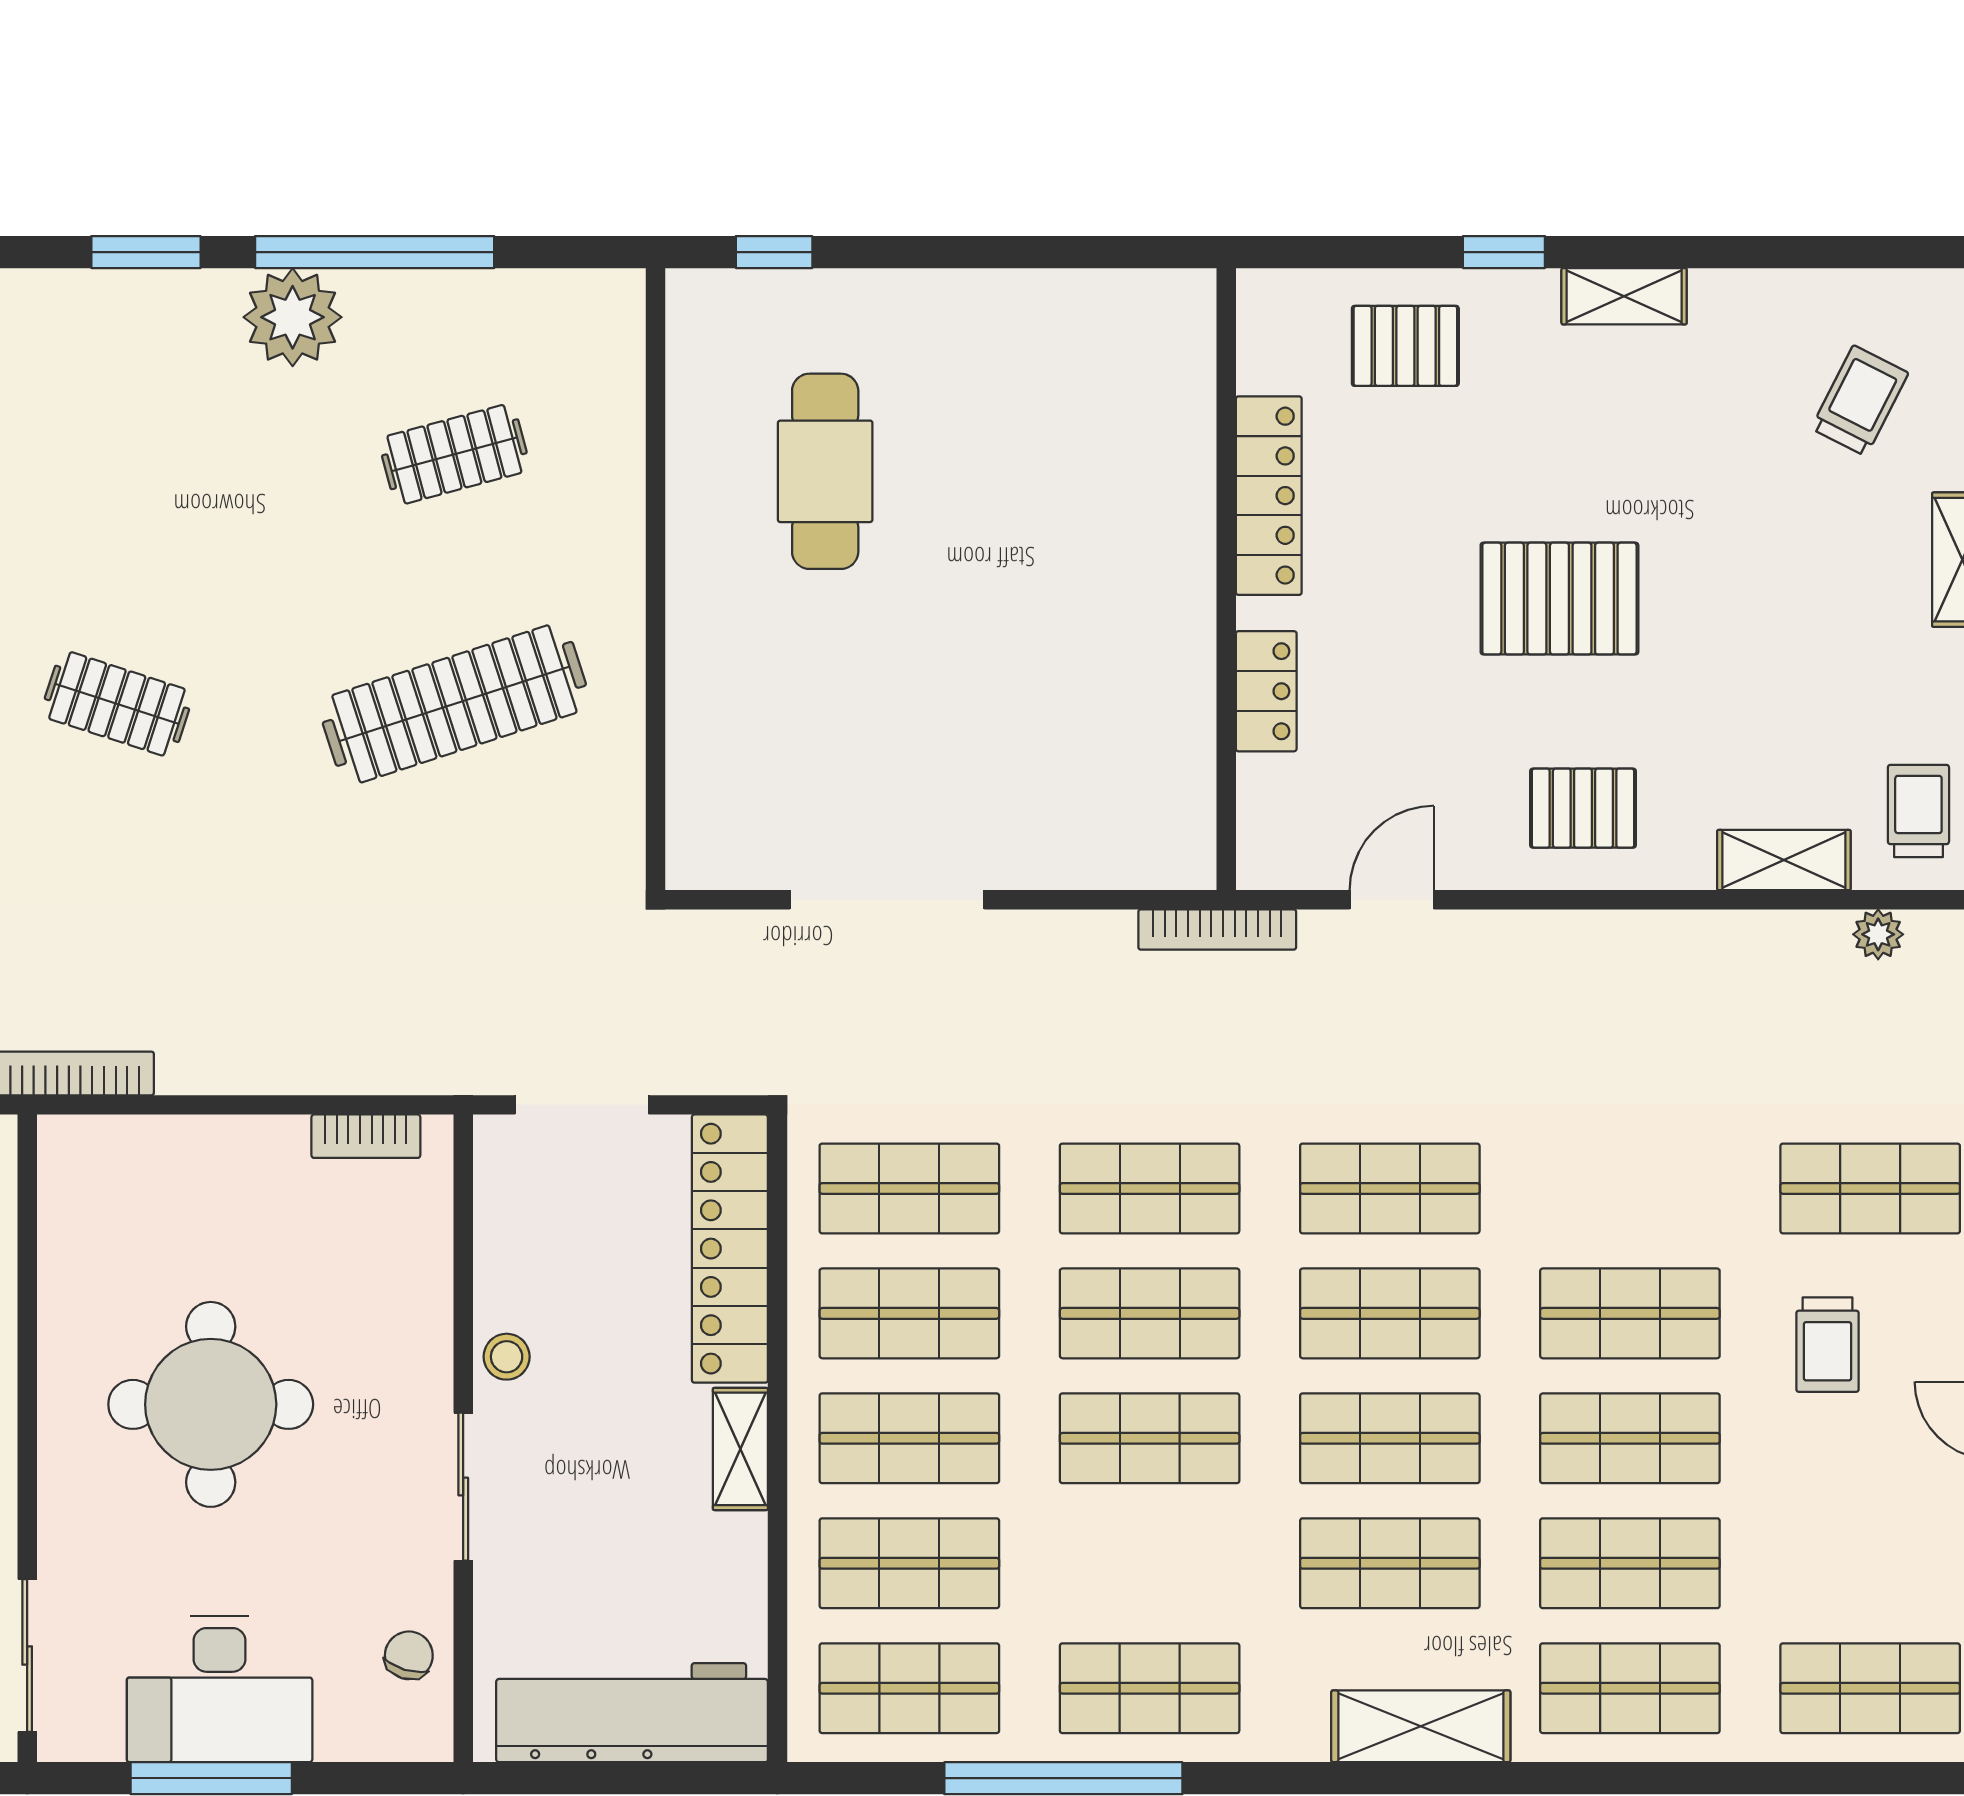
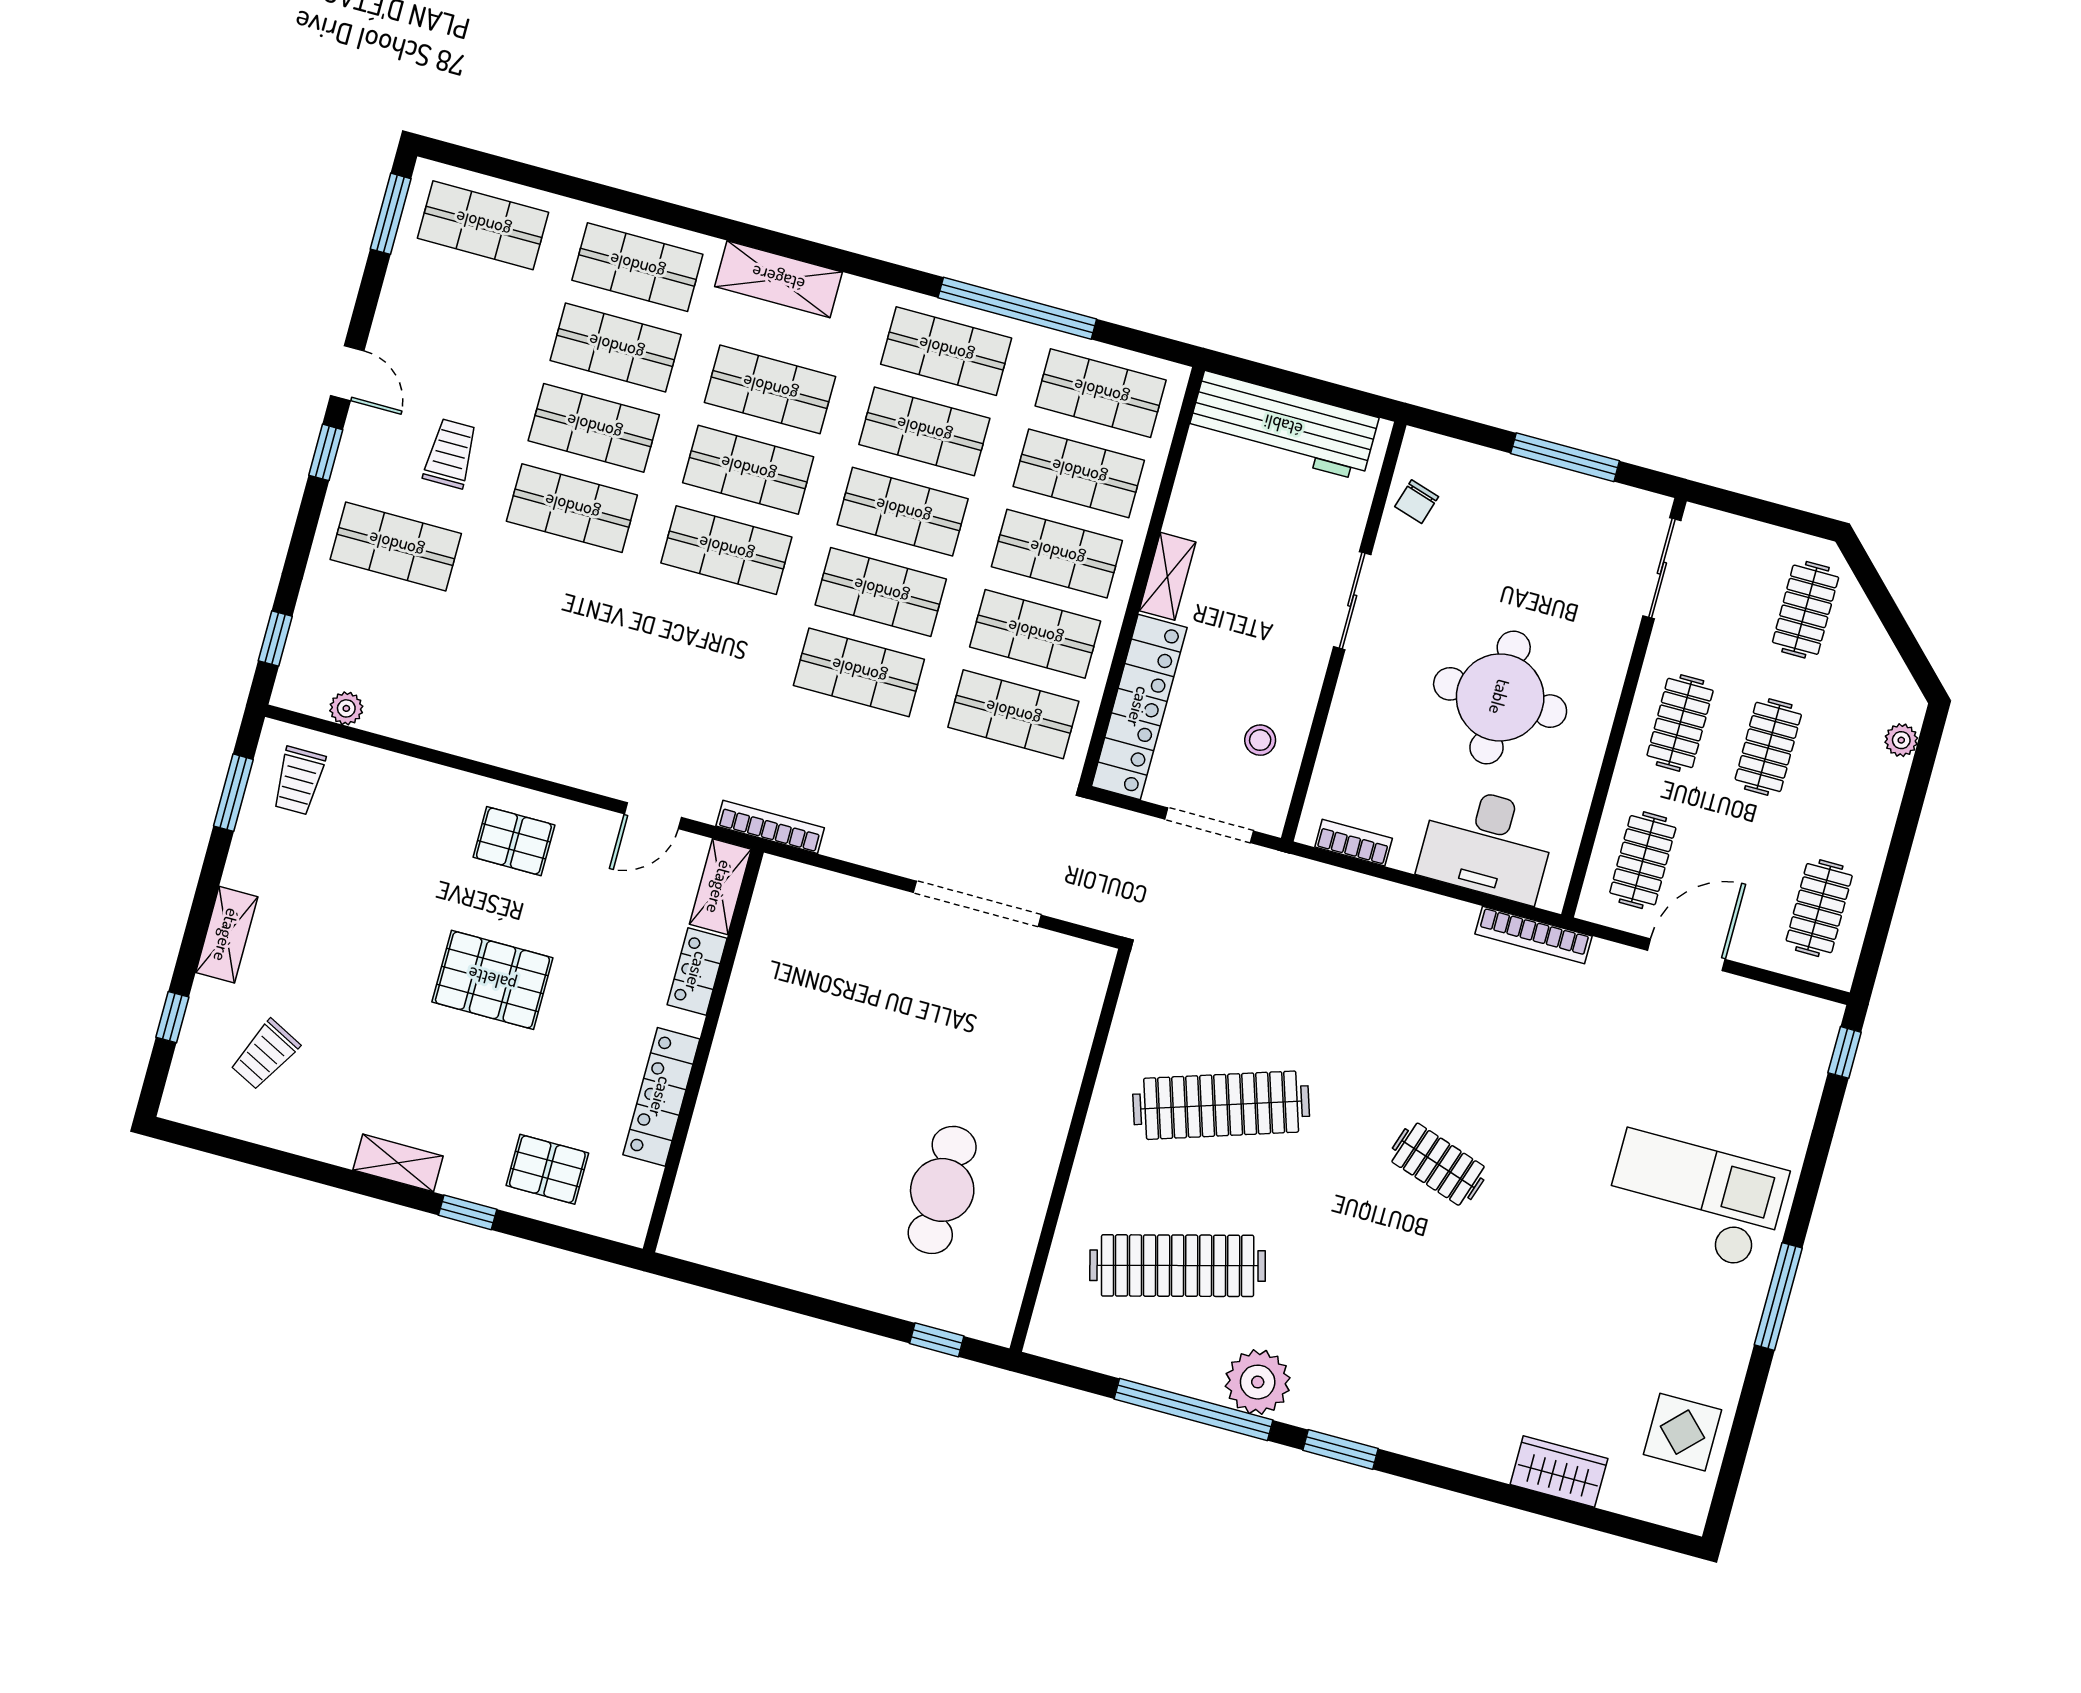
clothes rail: (454, 454) -> (1178, 1266), width x1.86, depth x1.31
shelving: (1784, 860) -> (720, 887), moved, turned 90
shop shelf: (1390, 1188) -> (924, 431), moved
stool: (507, 1357) -> (1260, 740), moved
desk: (220, 1689) -> (1487, 844), moved, turned 180

